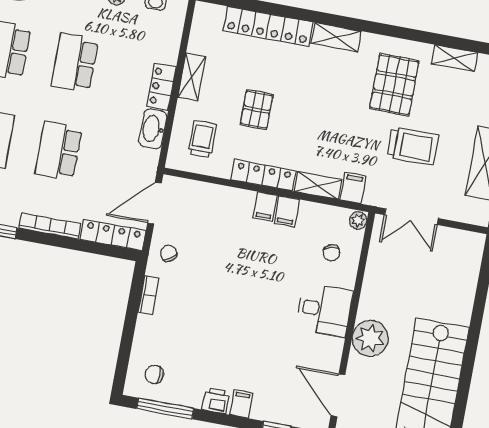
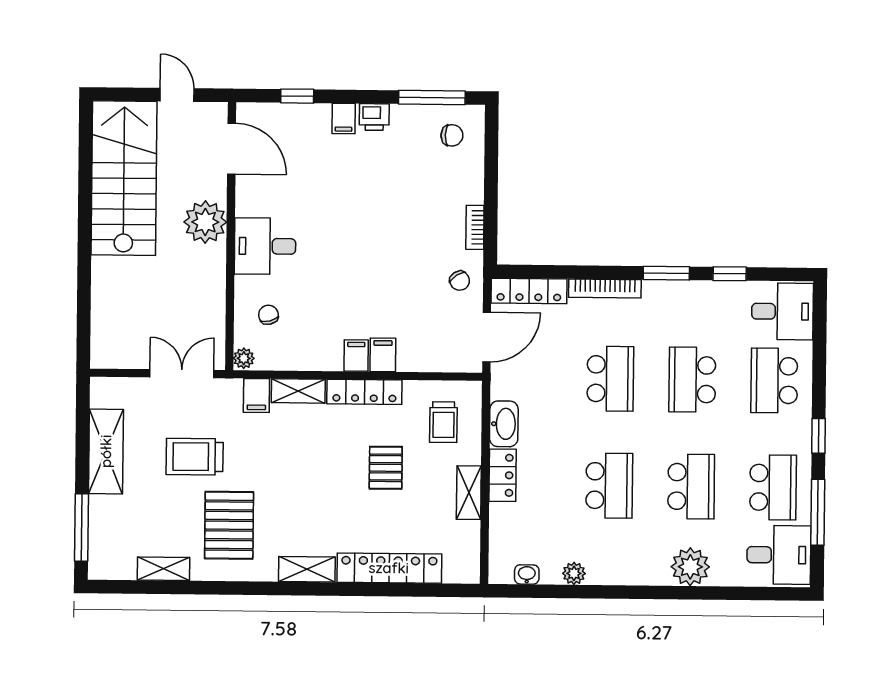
filing cabinet: (287, 211) -> (383, 355), moved

